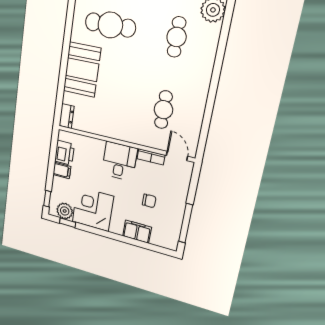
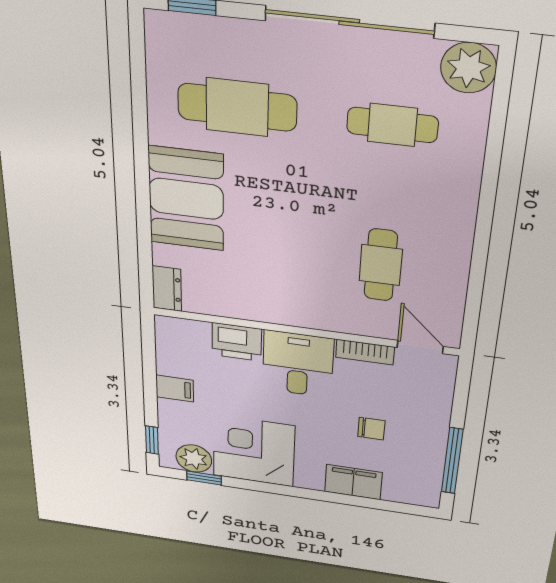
cafe table: (177, 37) -> (392, 125), turned 90
printer: (64, 153) -> (237, 342), moved, turned 90

